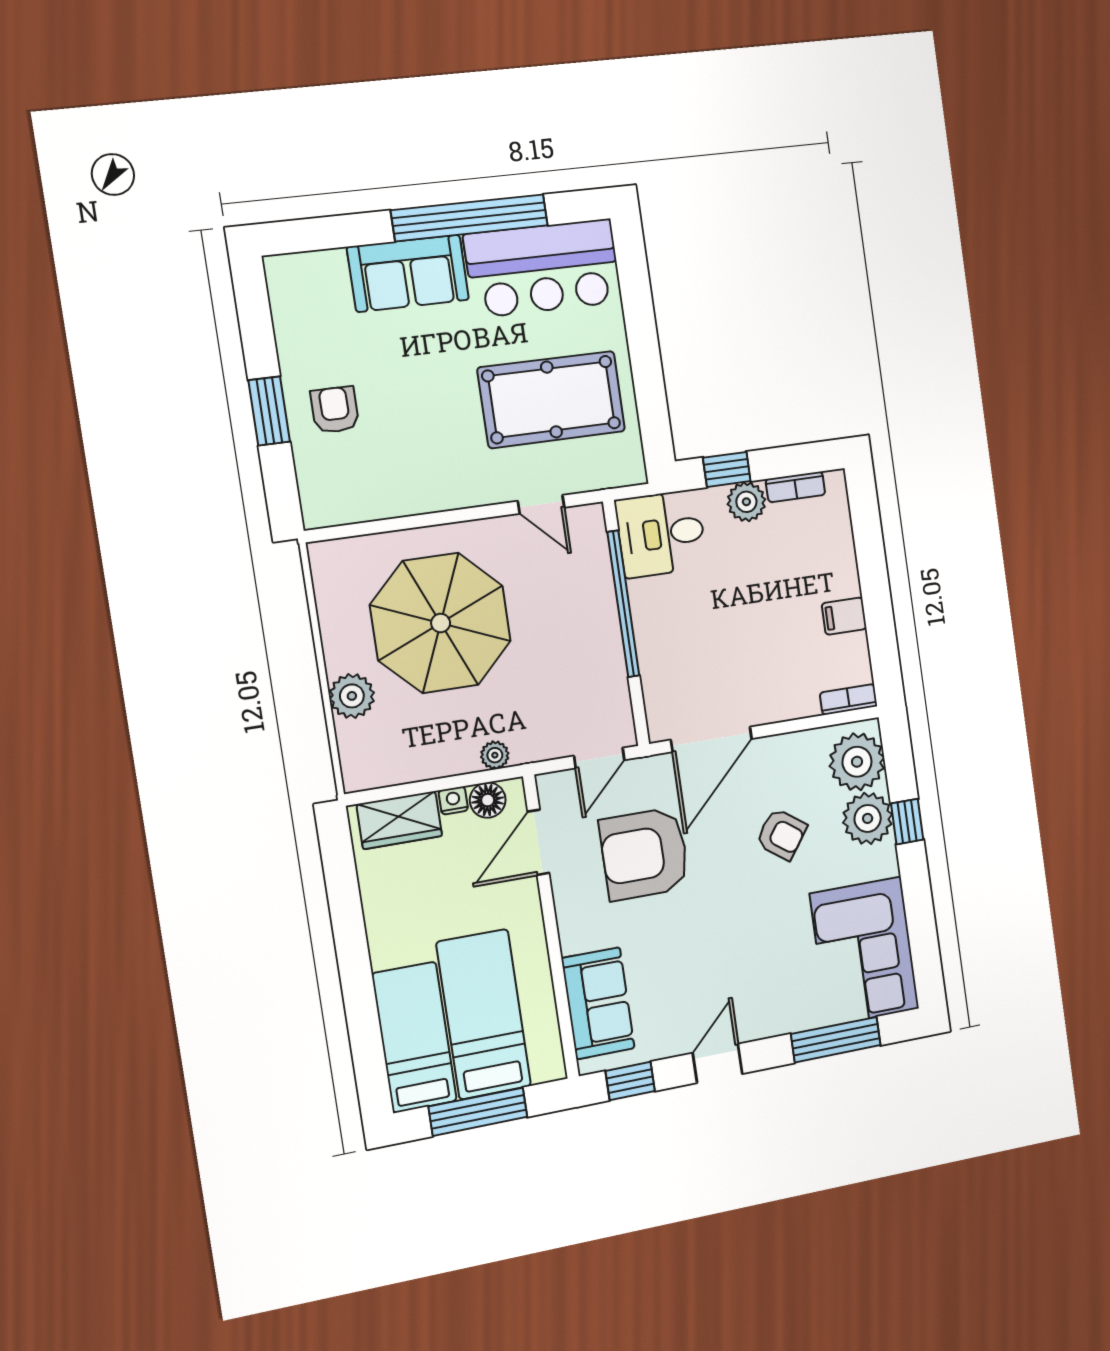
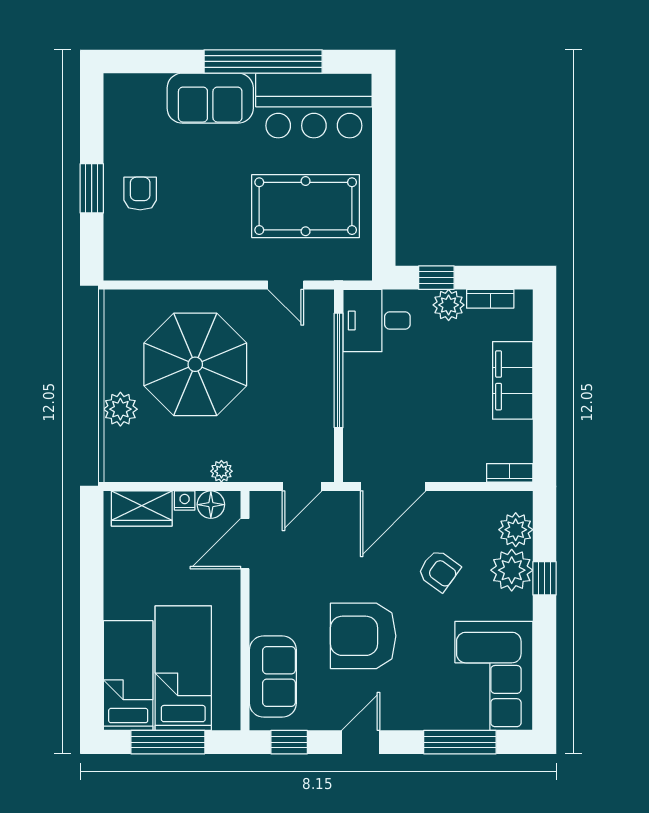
filing cabinet: (844, 616) -> (513, 380), width x3.00, depth x1.17
plant: (857, 762) -> (516, 530), width x0.73, depth x0.73
armchair: (644, 854) -> (363, 636), moved

